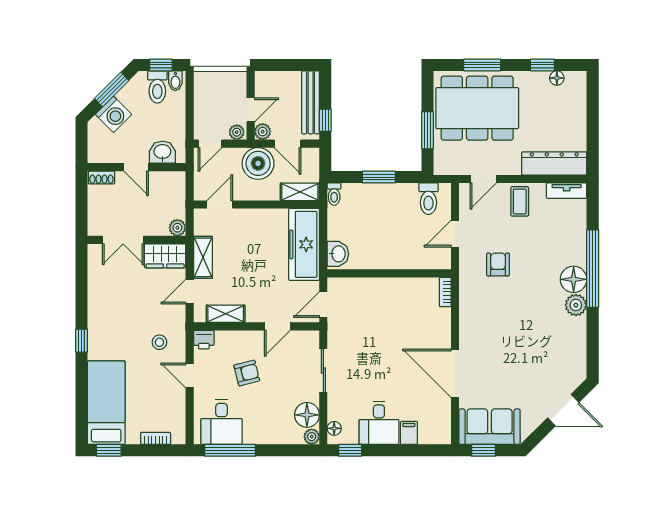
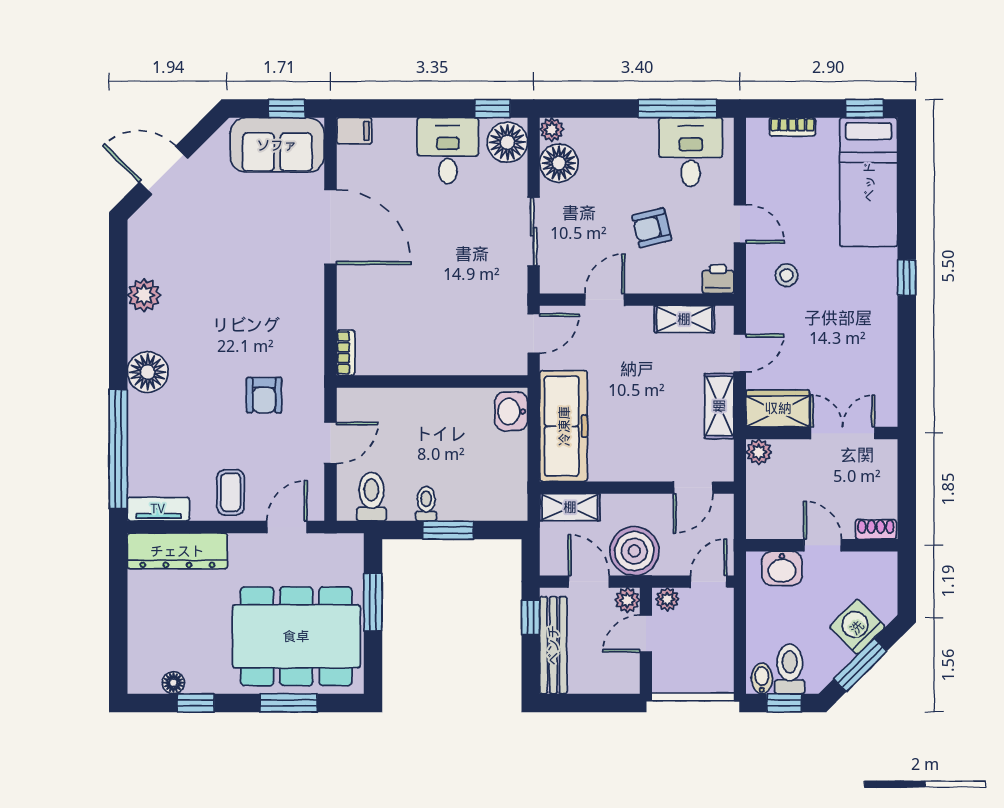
toilet: (334, 194) -> (426, 504), moved
window: (593, 269) -> (118, 449), moved
plant: (576, 305) -> (144, 295), moved
floor lamp: (334, 428) -> (507, 142), width x1.89, depth x1.89
filing cabinet: (409, 433) -> (354, 131), moved, turned -90

